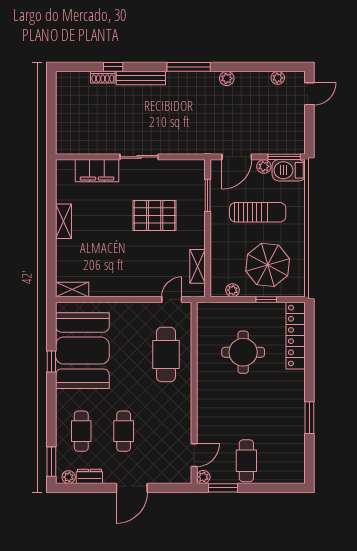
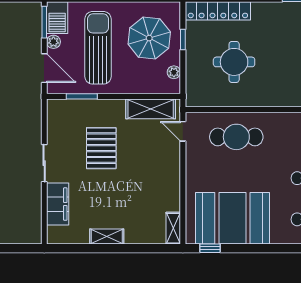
sun lounger: (258, 212) -> (98, 48), width x1.36, depth x1.34
shelving: (197, 266) -> (151, 109), width x1.50, depth x1.33
window: (51, 361) -> (210, 248), moved

